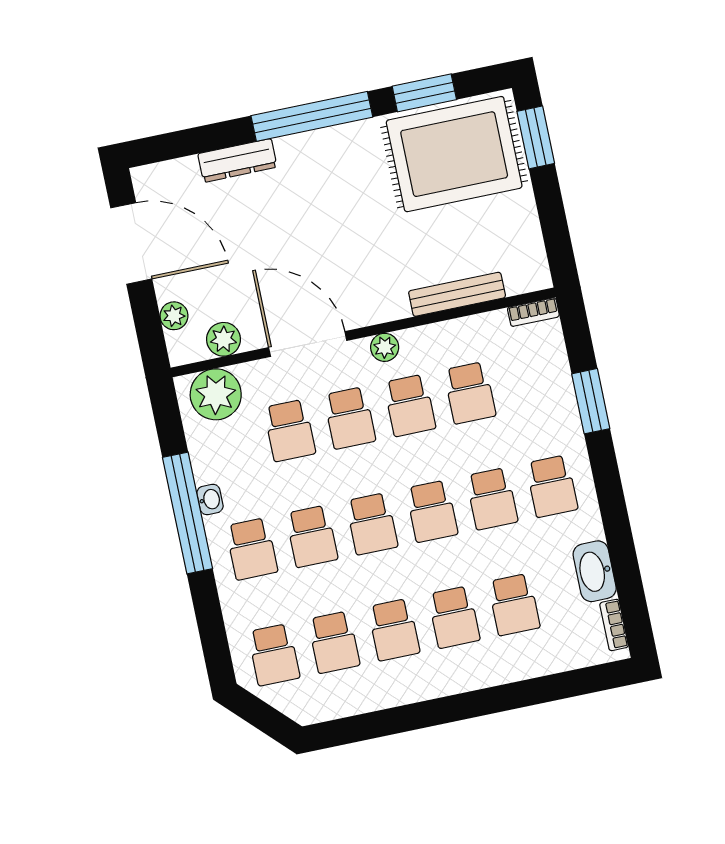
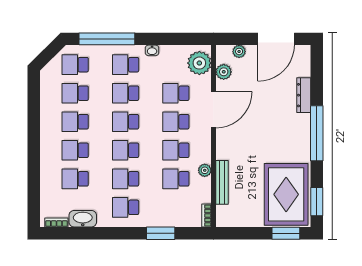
window: (424, 93) -> (317, 202), moved
plant: (385, 347) -> (205, 170), moved
window: (188, 513) -> (107, 39), moved

